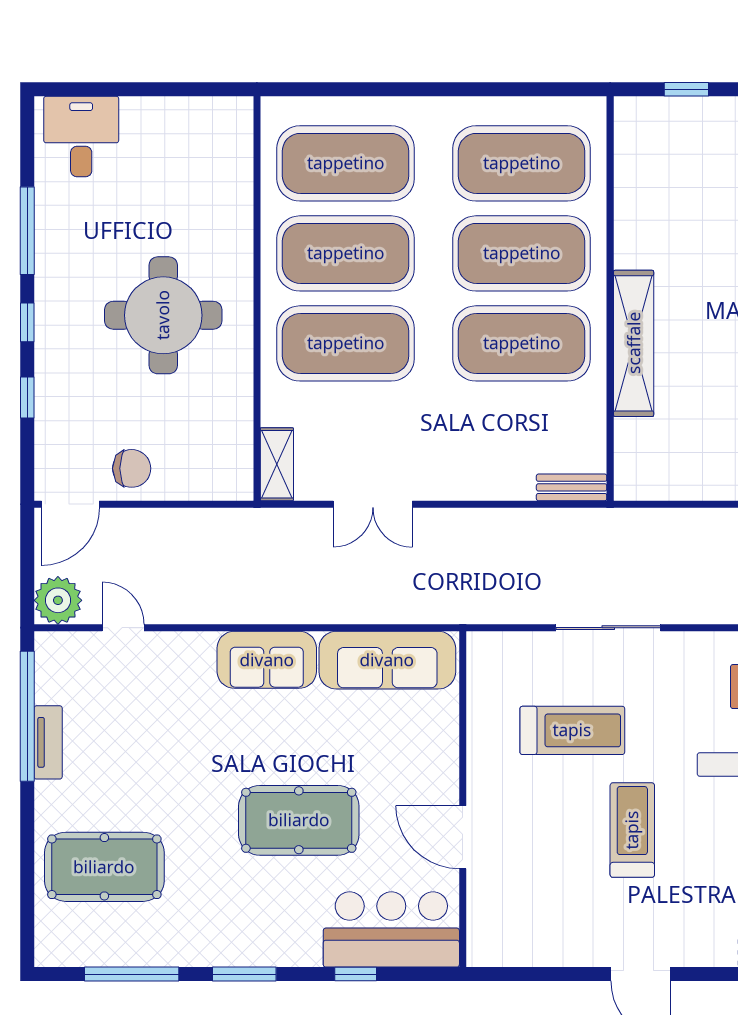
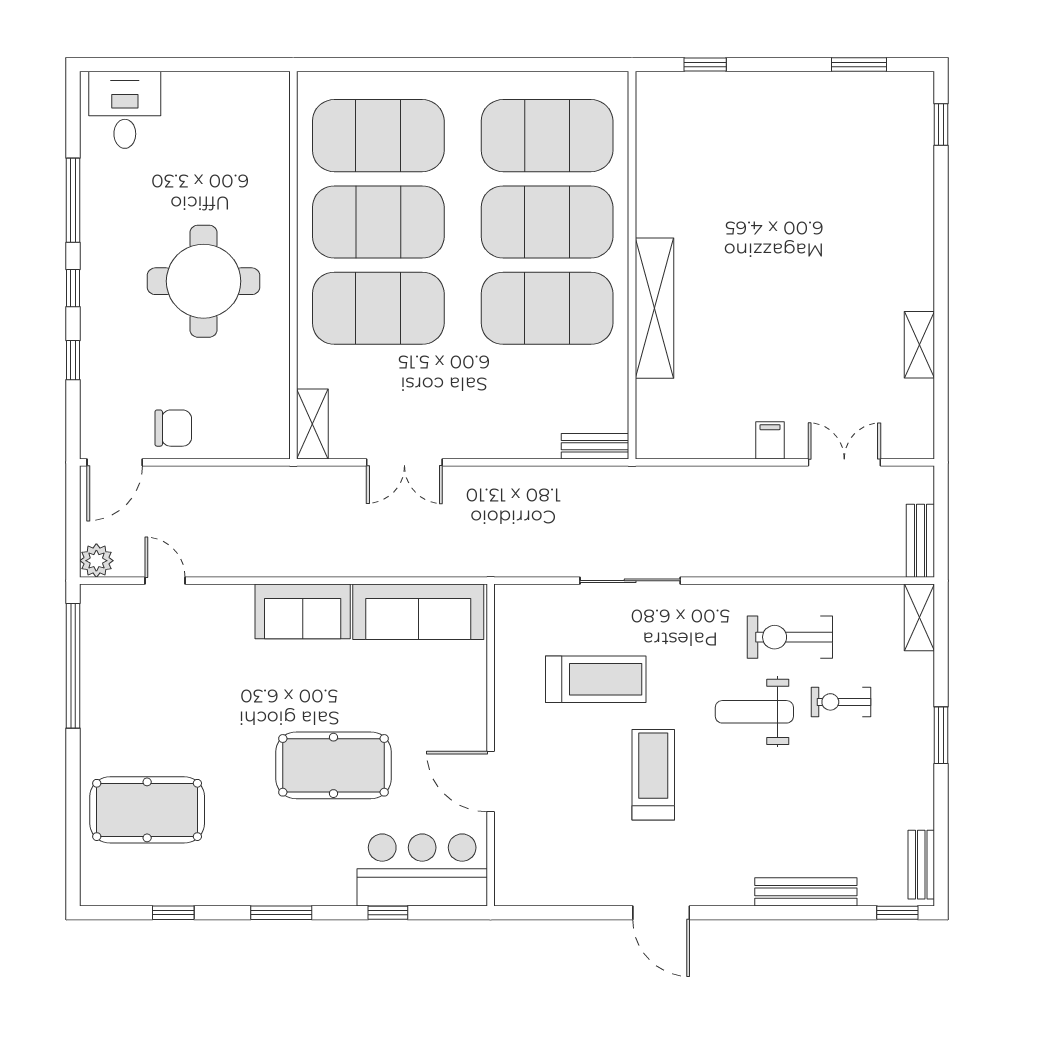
plant: (58, 600) -> (96, 561), width x0.73, depth x0.73
tv unit: (48, 742) -> (93, 691), removed
window: (132, 974) -> (173, 913), width x0.46

